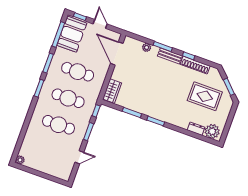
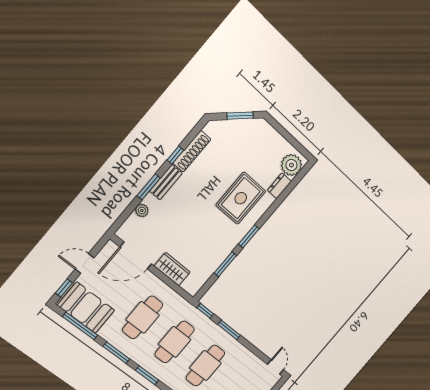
wardrobe: (112, 91) -> (172, 269), moved
rug: (205, 96) -> (241, 198), moved
door: (79, 157) -> (275, 367), moved

